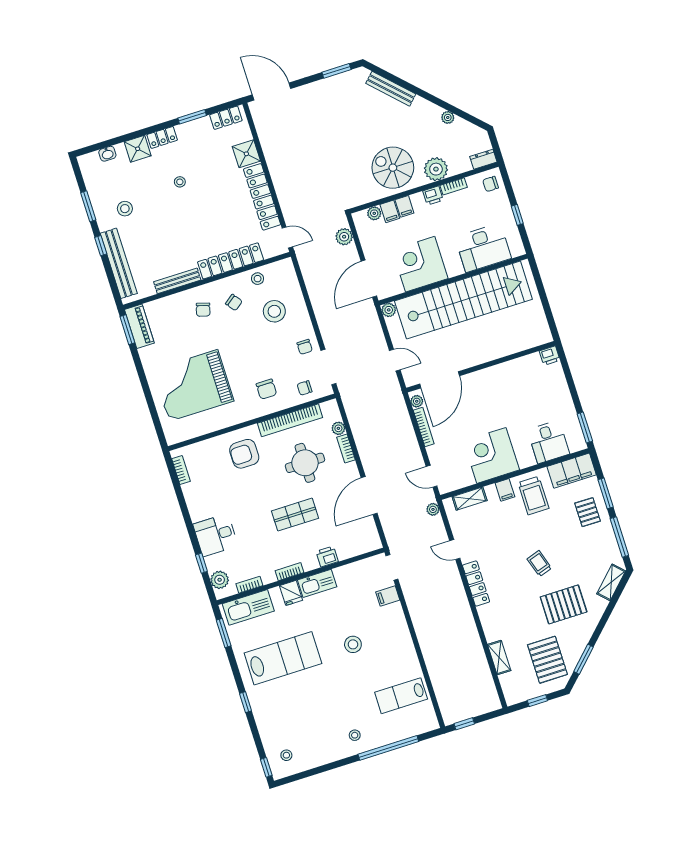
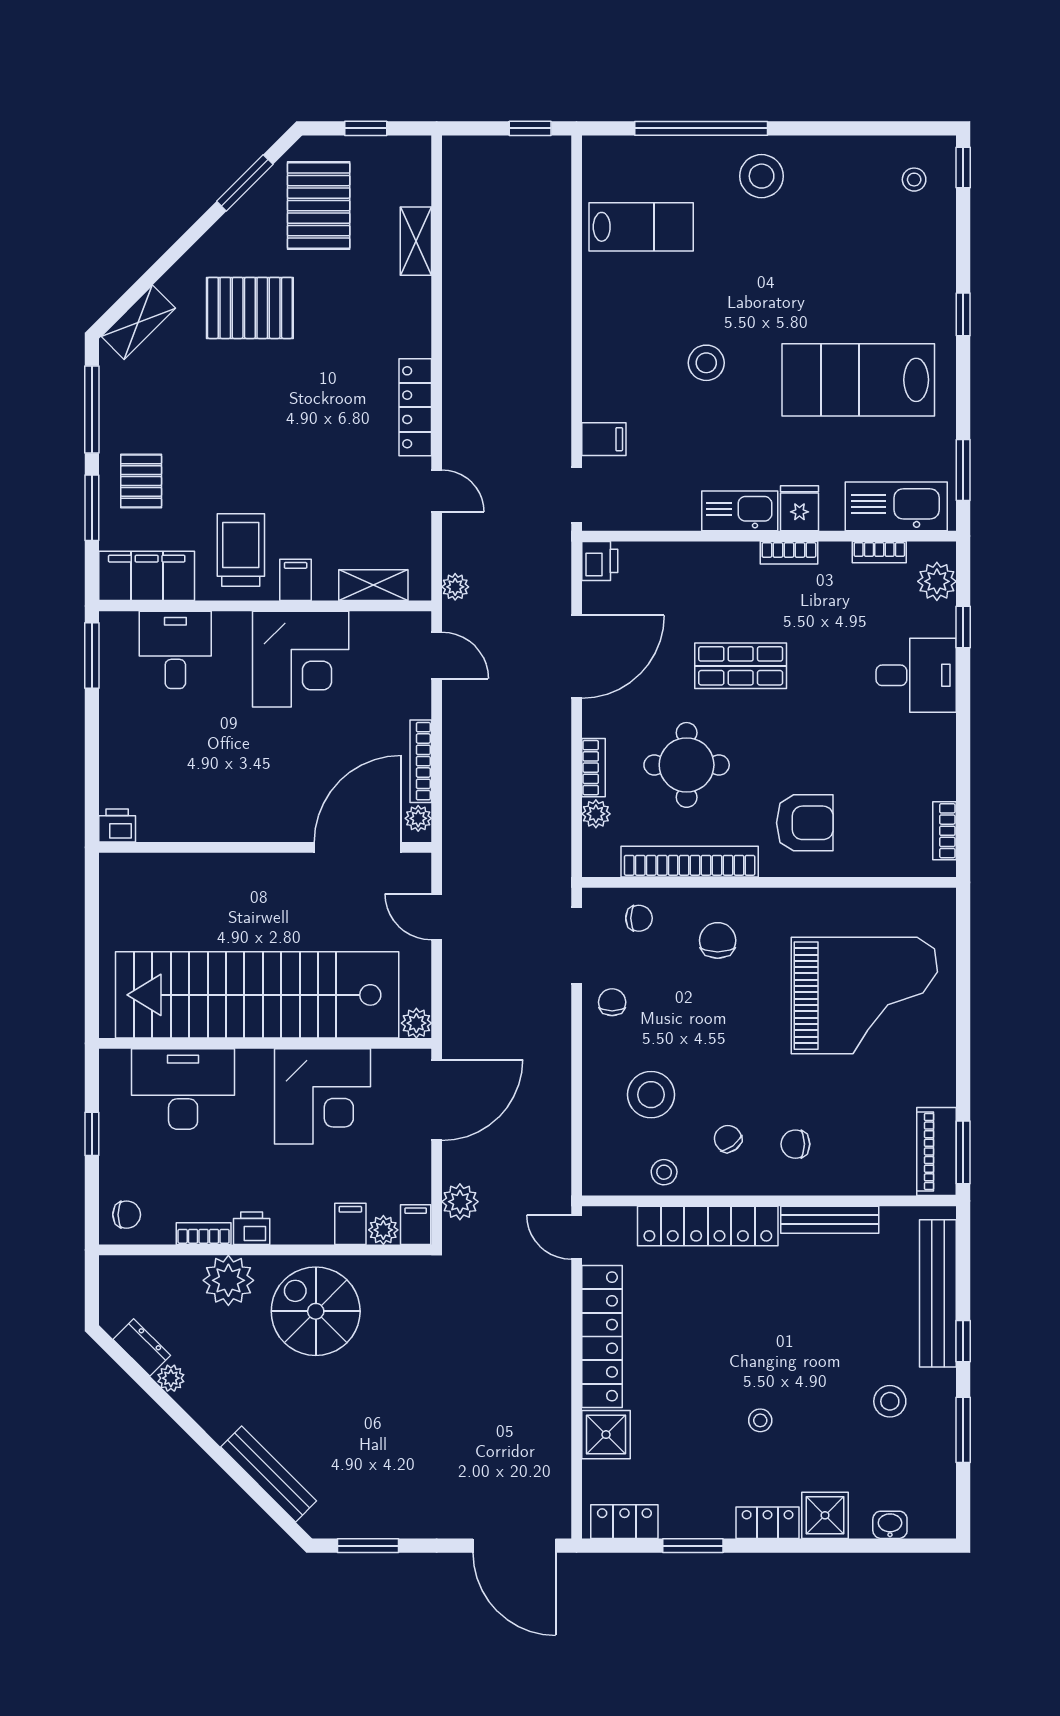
dresser: (483, 159) -> (142, 1347), moved, turned -135
spiral stairs: (393, 168) -> (316, 1311), turned 180
filing cabinet: (404, 206) -> (416, 1225), moved
chair: (203, 310) -> (795, 1144), turned -106
printer: (327, 557) -> (600, 561), moved, turned -90
trolley: (539, 564) -> (273, 407), removed
stool: (355, 735) -> (762, 176), width x1.89, depth x1.89

